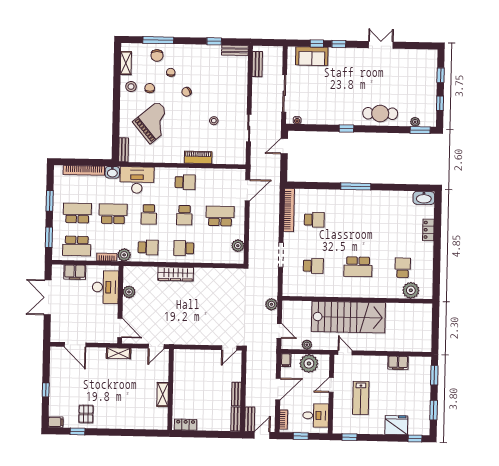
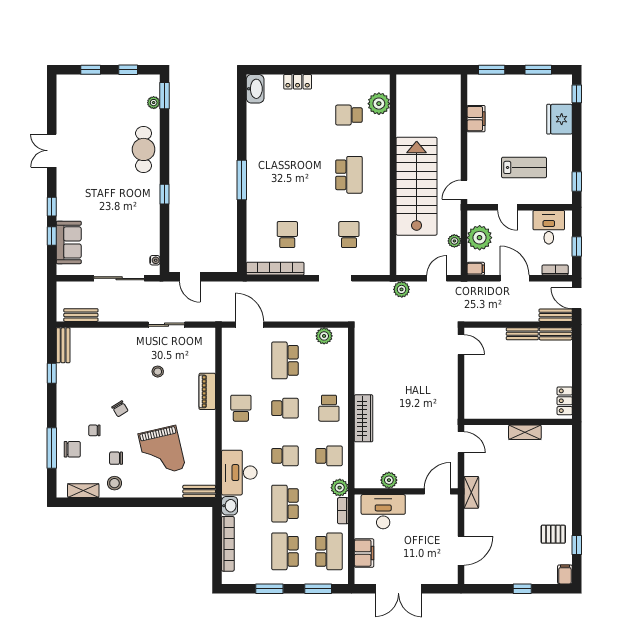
grand piano: (154, 122) -> (162, 451), turned -153
school desk: (148, 247) -> (329, 456), turned 90

